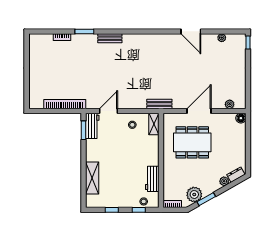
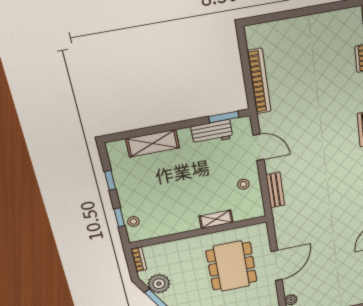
bench: (159, 104) -> (275, 190), moved
door: (199, 111) -> (277, 266), hinge flipped
shelving: (154, 124) -> (216, 219), moved
workbench: (92, 126) -> (212, 132), moved
workbench: (152, 179) -> (169, 226), removed

